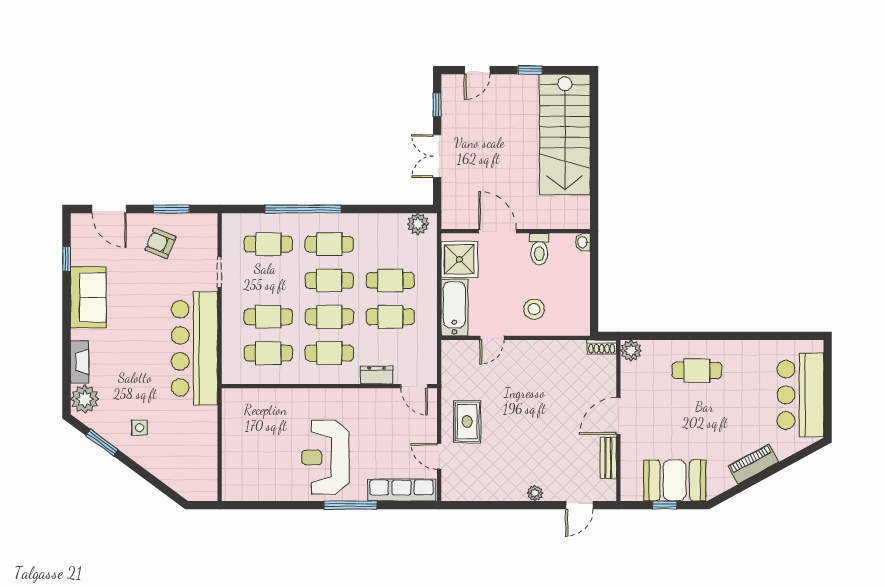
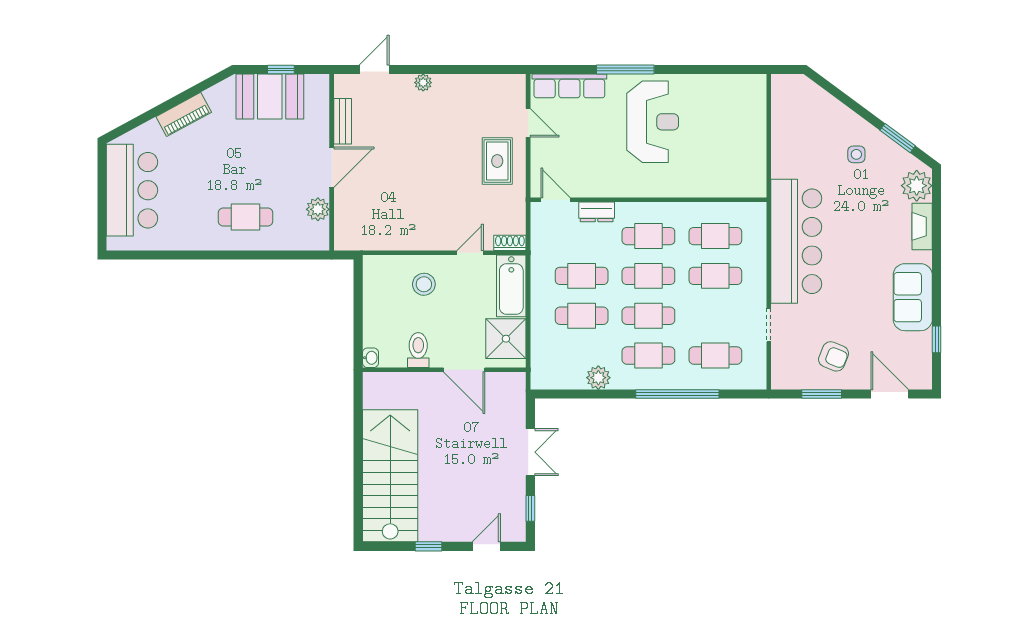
plant: (418, 224) -> (598, 378), moved
shoe rack: (602, 347) -> (510, 243), moved
plant: (631, 351) -> (318, 209), moved

